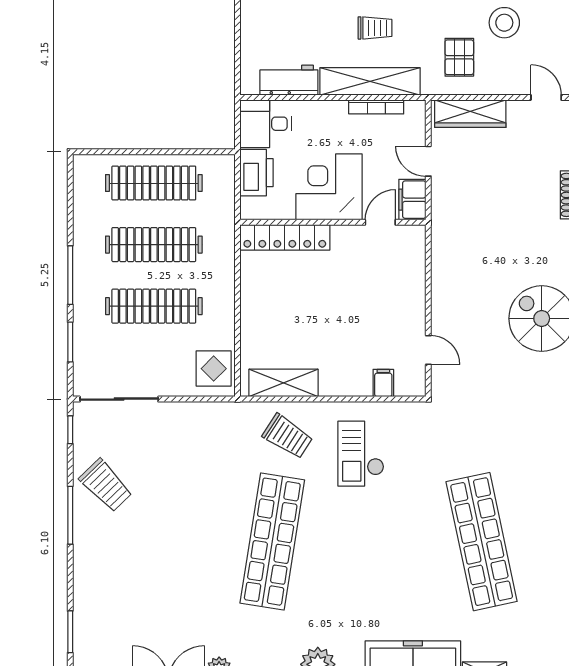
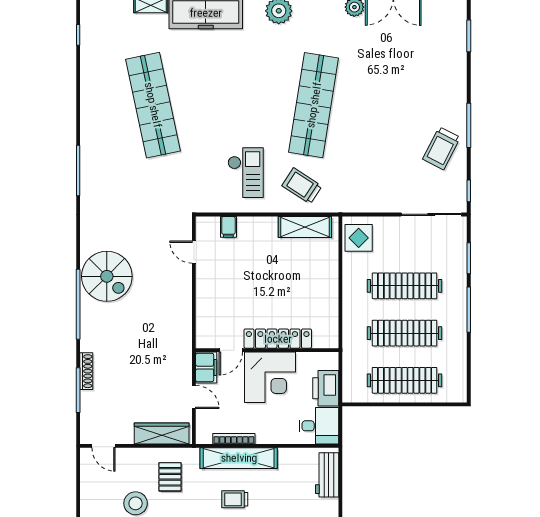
workbench: (289, 80) -> (327, 475), moved, turned 90
locker: (285, 237) -> (278, 339), moved
trolley: (106, 485) -> (441, 148), turned -109

